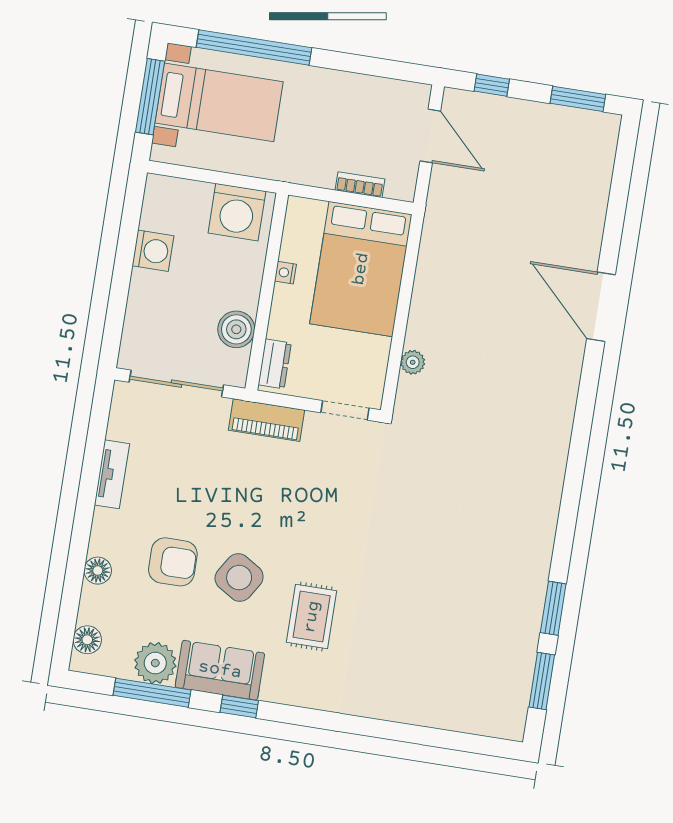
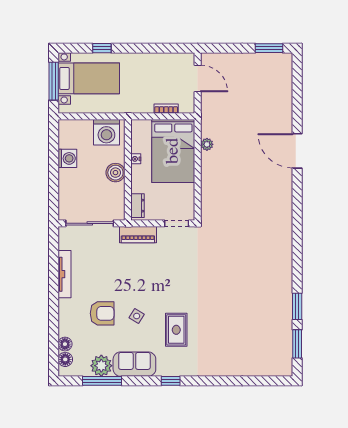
window: (254, 48) -> (102, 48), width x0.32
window: (492, 85) -> (225, 48), removed
boiler: (236, 329) -> (115, 173), moved
plant: (413, 362) -> (207, 144), moved
tv unit: (112, 474) -> (64, 274), width x1.41
floor lamp: (98, 571) -> (65, 344), moved
side table: (239, 578) -> (137, 316), width x0.54, depth x0.54
window: (239, 706) -> (171, 381), moved

